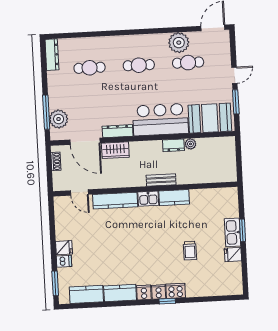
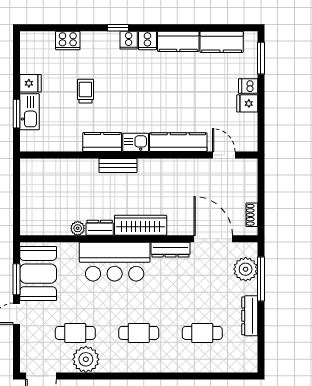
dresser: (52, 55) -> (250, 316), moved
booth: (210, 118) -> (38, 274), moved, turned 90
wardrobe: (115, 150) -> (141, 225), moved, width x1.50
bench: (161, 180) -> (118, 166), moved
wall: (145, 189) -> (139, 155), moved
door: (79, 192) -> (224, 155), moved
kitchen counter: (174, 198) -> (102, 142), moved
kitchen sink: (148, 199) -> (136, 142), moved
kitchen counter: (115, 201) -> (178, 142), moved
cooker: (176, 291) -> (68, 40), moved

